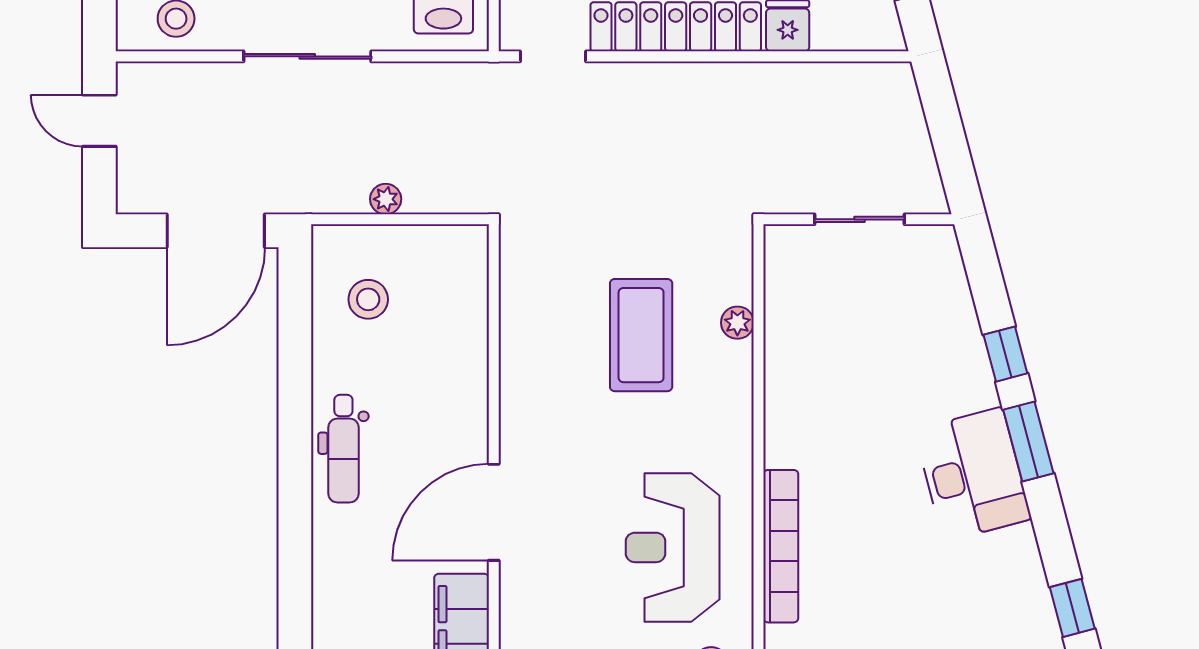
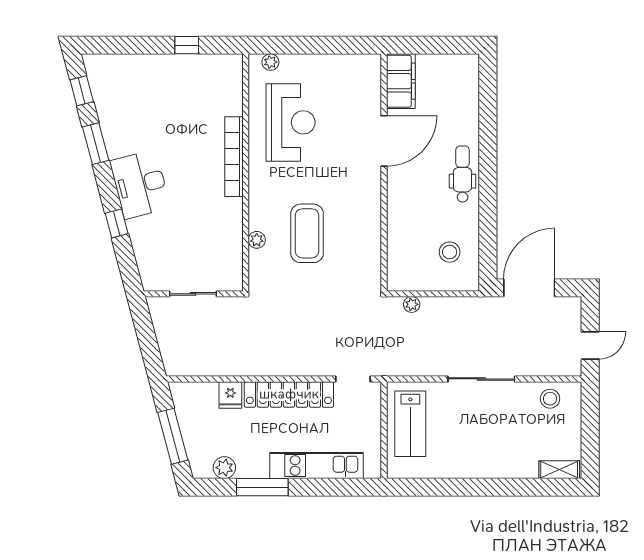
door: (99, 121) -> (590, 345), hinge flipped
plant: (386, 199) -> (412, 304), moved
window: (1028, 441) -> (96, 144), moved
desk: (973, 474) -> (140, 184), moved
bookcase: (781, 546) -> (234, 157), moved

